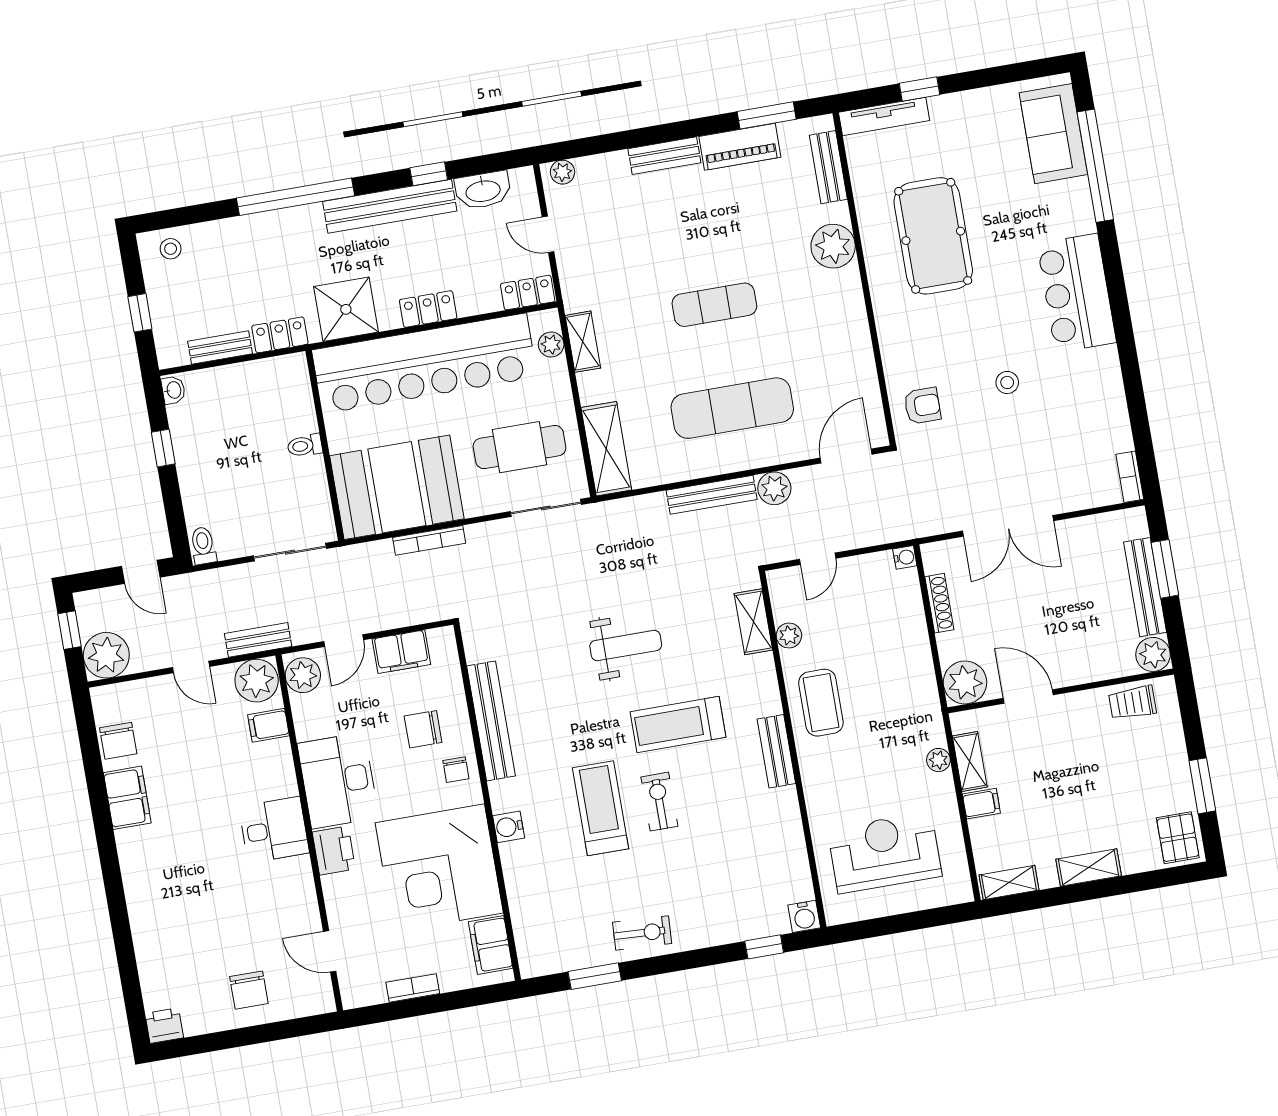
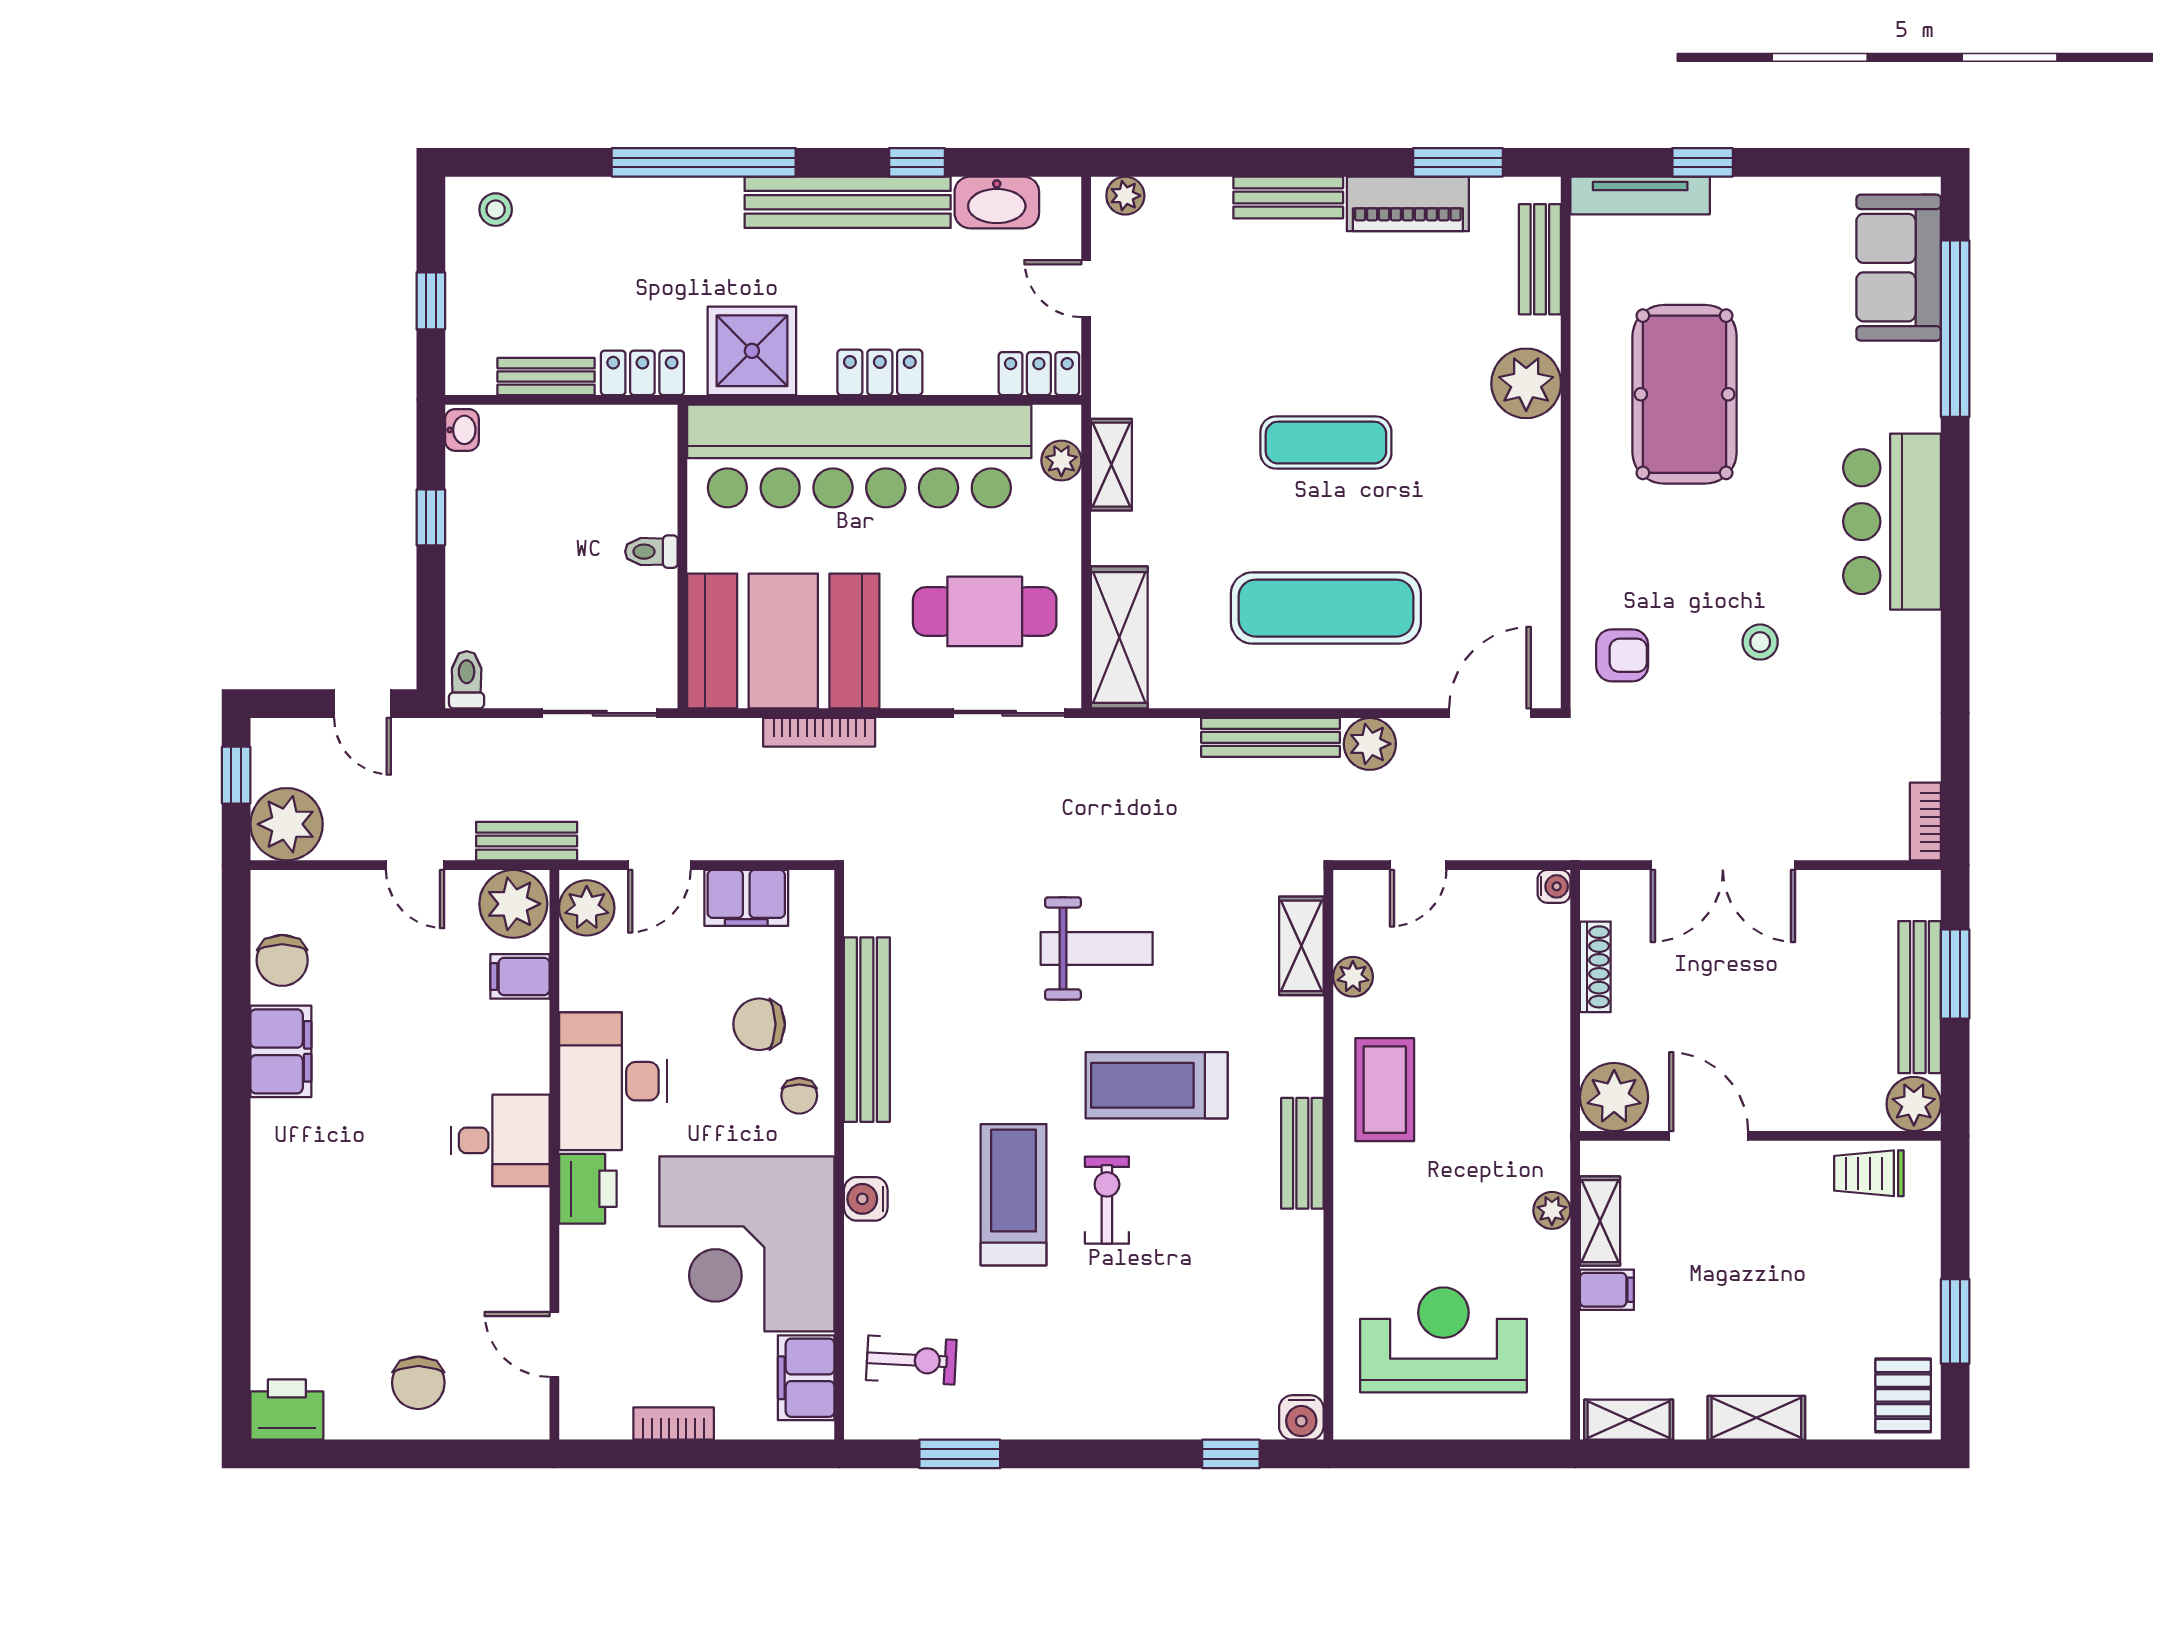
exercise bike: (642, 933) -> (911, 1360), moved
printer: (164, 1026) -> (287, 1410), width x1.36, depth x1.24

